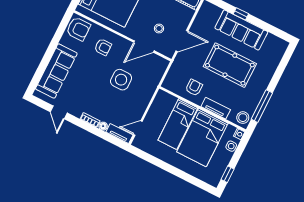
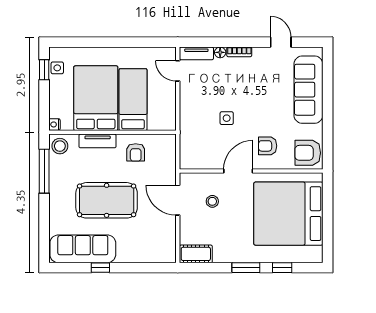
window: (241, 14) -> (100, 268), moved
sofa: (241, 30) -> (83, 249), moved
door: (182, 41) -> (178, 200), hinge flipped
door: (144, 47) -> (238, 171), moved
side table: (121, 80) -> (227, 118), width x0.54, depth x0.54
door: (138, 128) -> (178, 71), swing flipped
side table: (231, 146) -> (57, 68), moved

